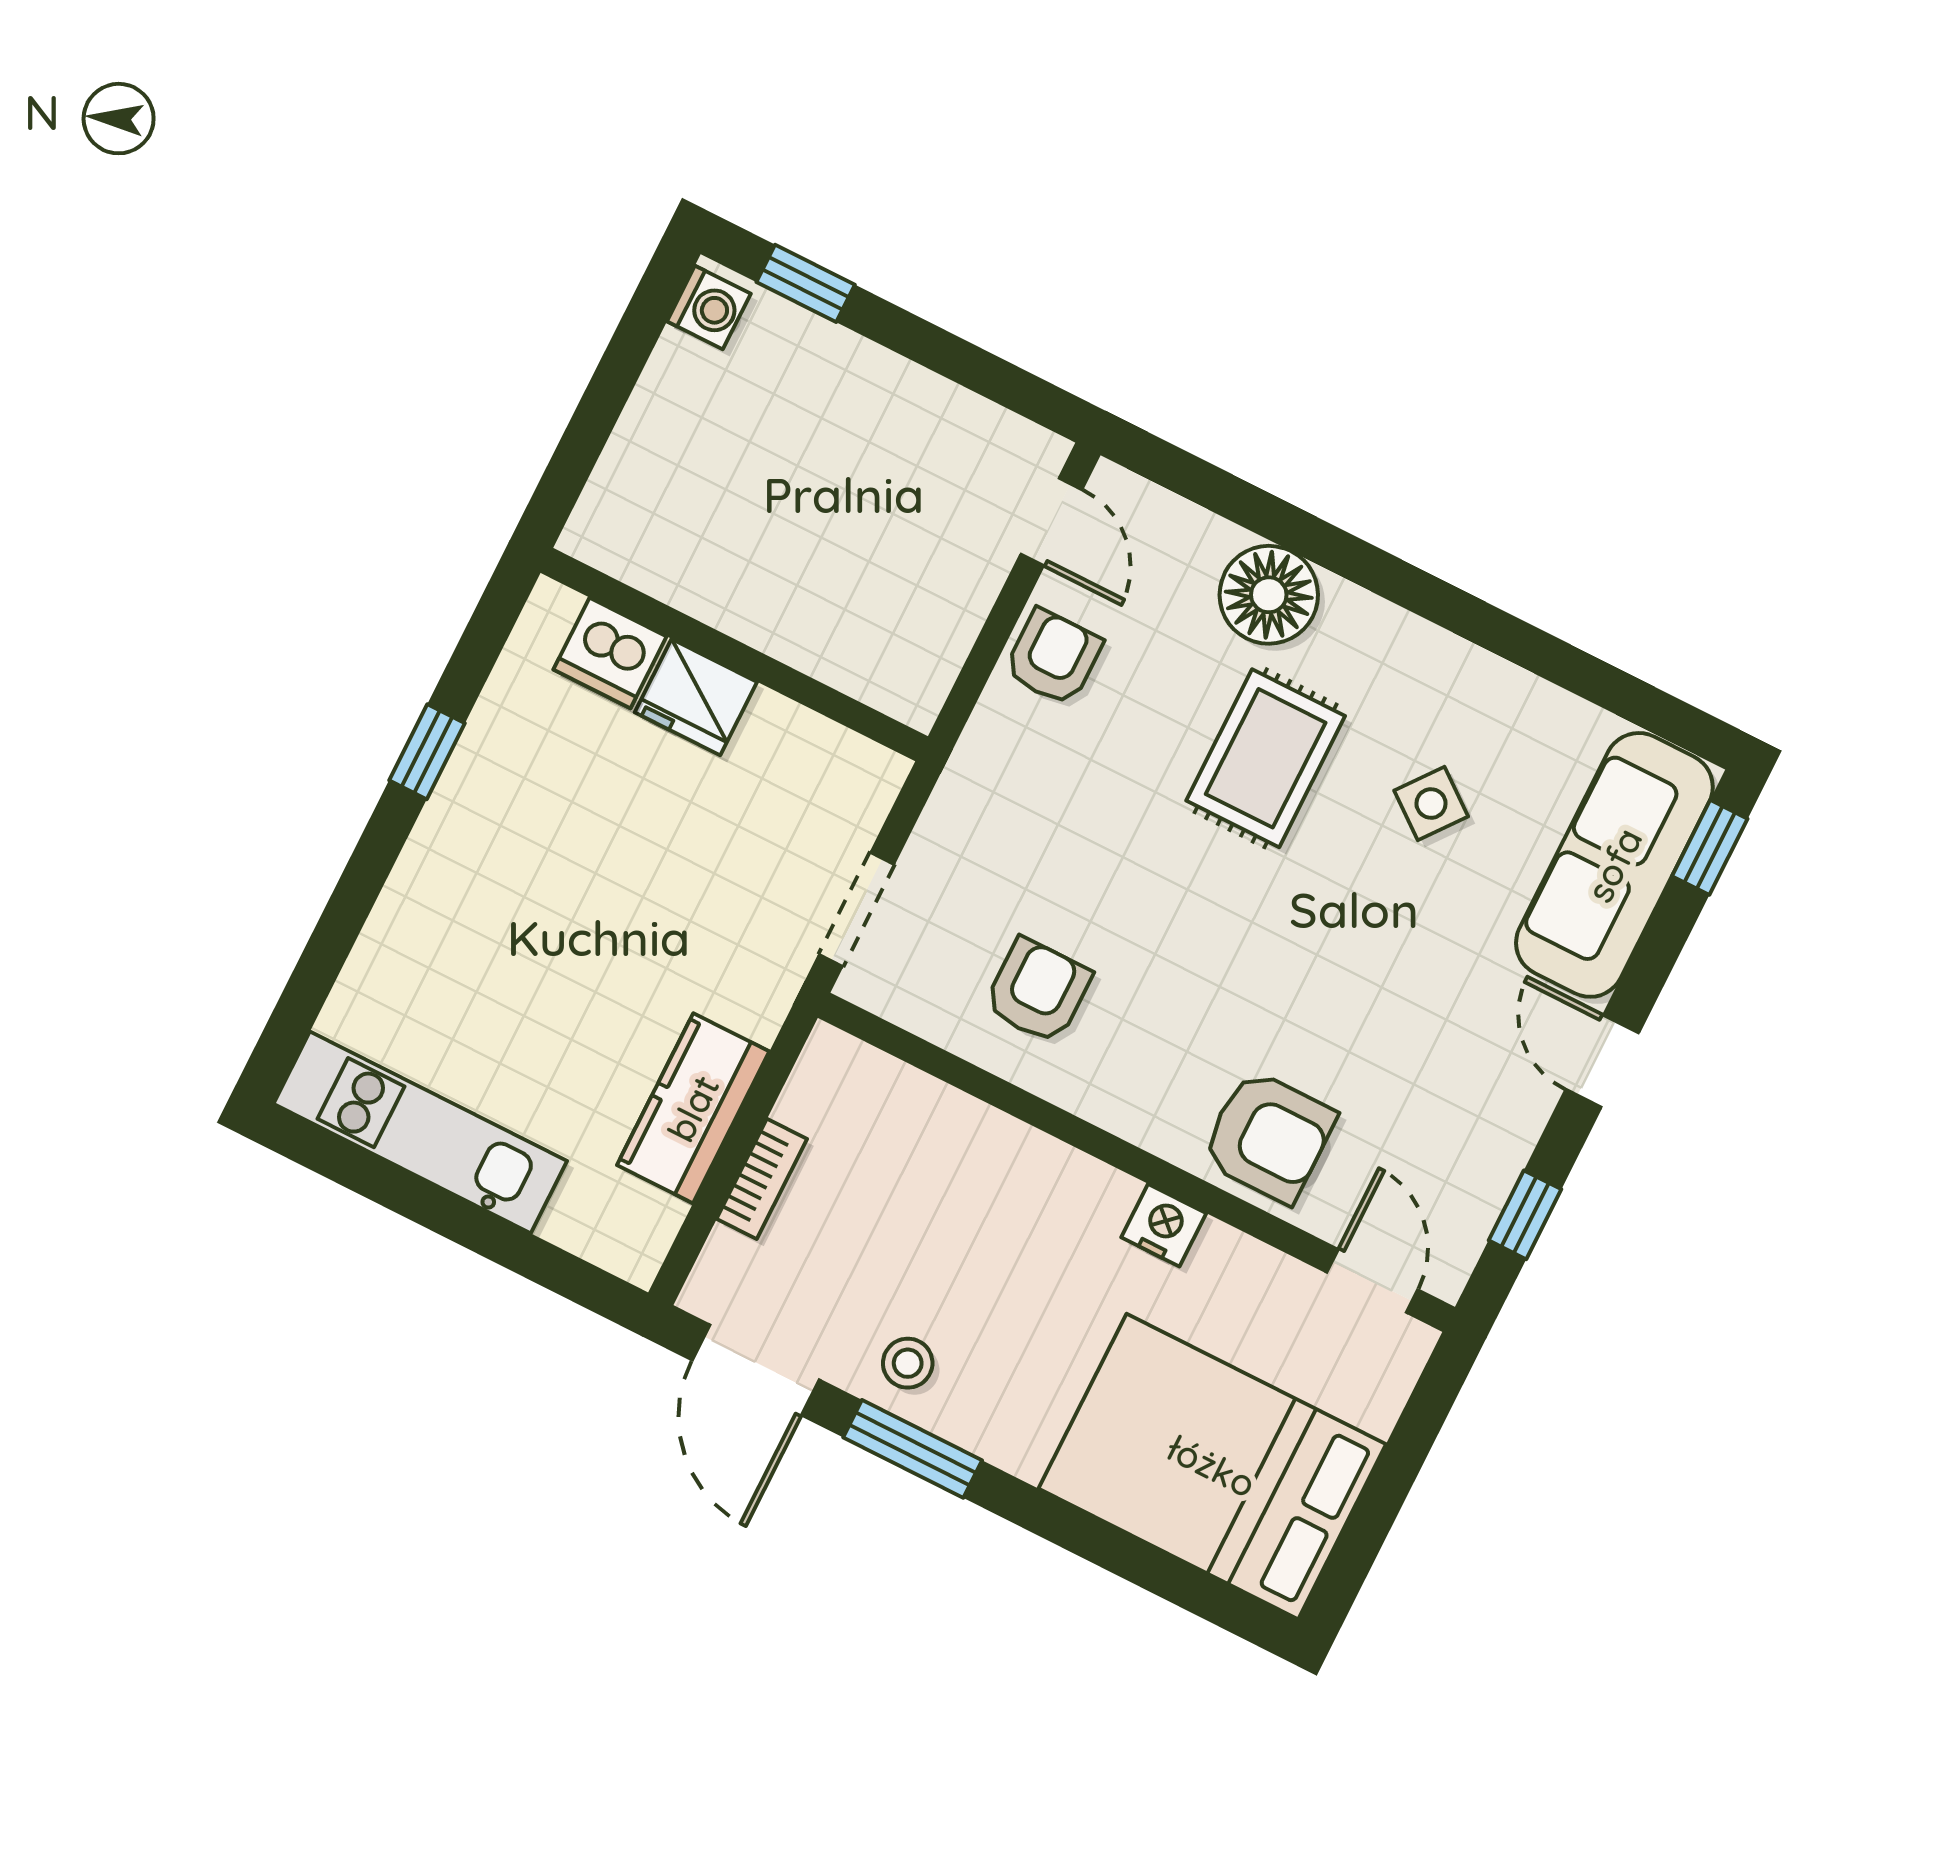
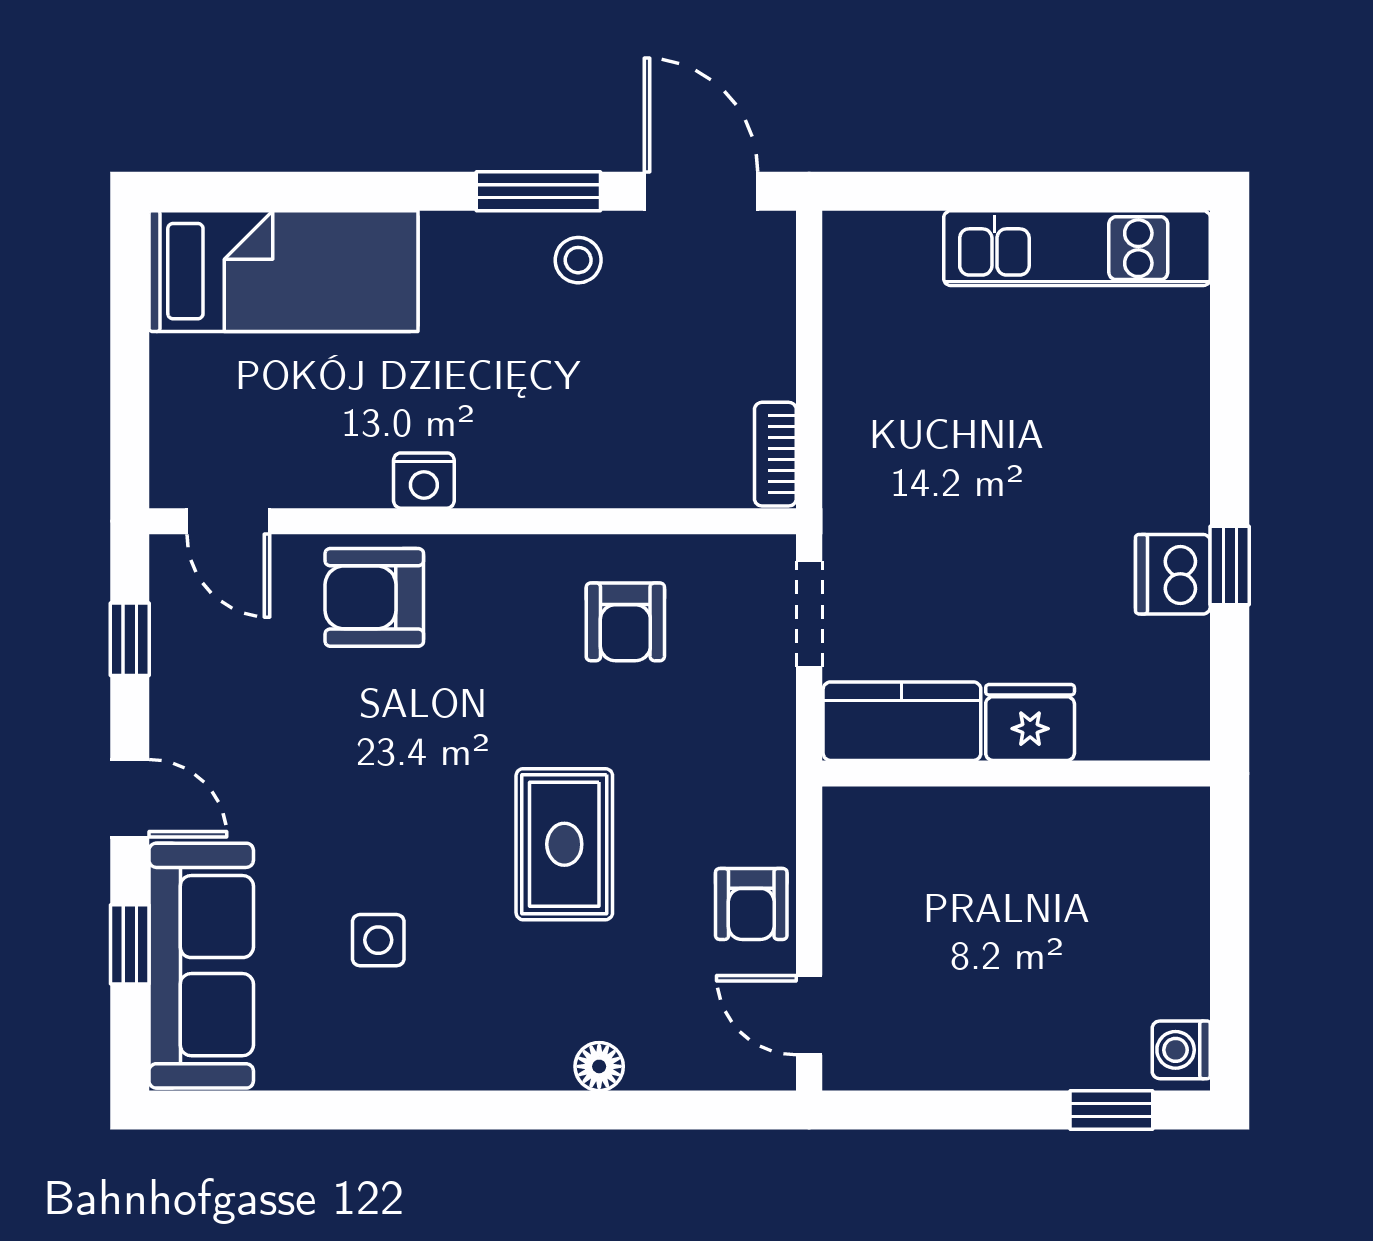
floor lamp: (1269, 595) -> (599, 1066), width x0.53, depth x0.53
dishwasher: (610, 653) -> (1173, 574), moved, turned -90
rug: (1266, 758) -> (564, 844), moved
side table: (1431, 803) -> (378, 940), turned -38
window: (1710, 847) -> (130, 944), moved
kitchen counter: (693, 1108) -> (902, 721), moved, turned -90
bookcase: (762, 1179) -> (775, 454), moved
bed: (1212, 1466) -> (284, 271), width x0.67

